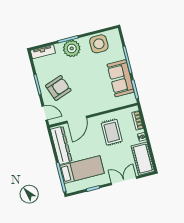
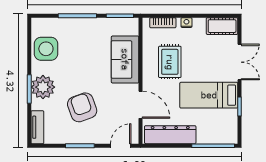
sofa: (121, 78) -> (125, 59), moved, turned 90
armchair: (58, 88) -> (82, 107), moved
rug: (112, 132) -> (170, 62), turned 90
cot: (143, 159) -> (222, 26), width x0.73, depth x0.75
bed: (82, 170) -> (209, 95), moved, turned -90
double door: (124, 181) -> (240, 62), swing flipped

